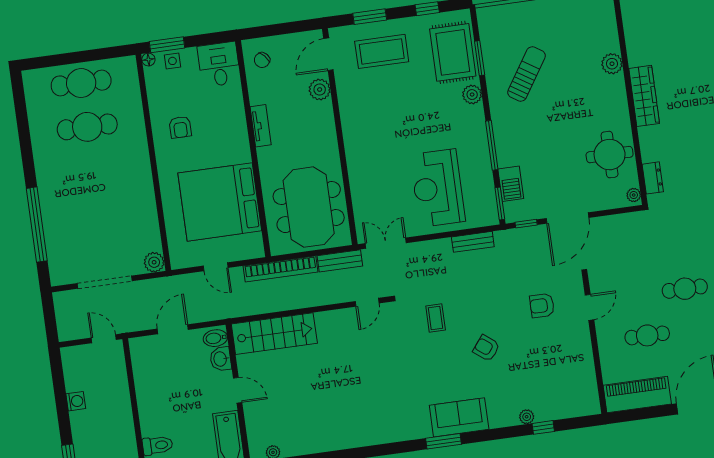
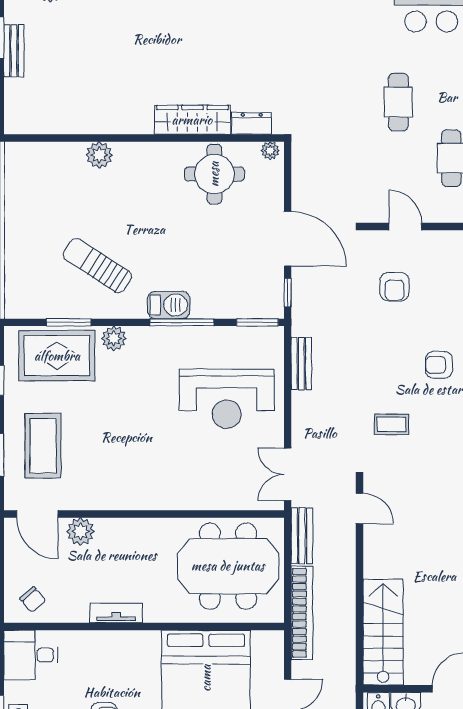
wardrobe: (644, 96) -> (192, 120), moved
barbecue: (511, 184) -> (169, 305), moved
armchair: (486, 348) -> (439, 365), turned 52

